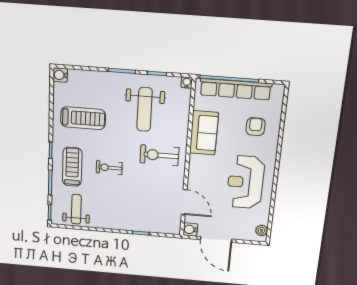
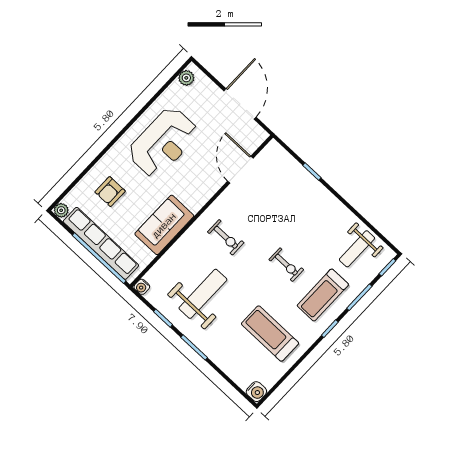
plant: (279, 90) -> (61, 210), added
exercise bike: (159, 155) -> (226, 237), width x0.73, depth x0.72
water cooler: (190, 229) -> (258, 135), removed

